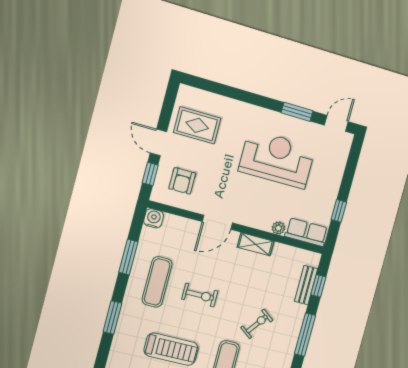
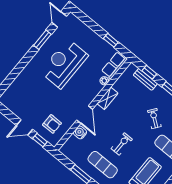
rug: (197, 125) -> (25, 101), removed
water cooler: (154, 218) -> (80, 132), moved

